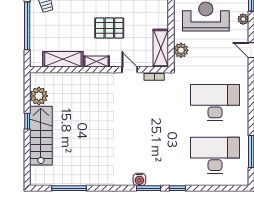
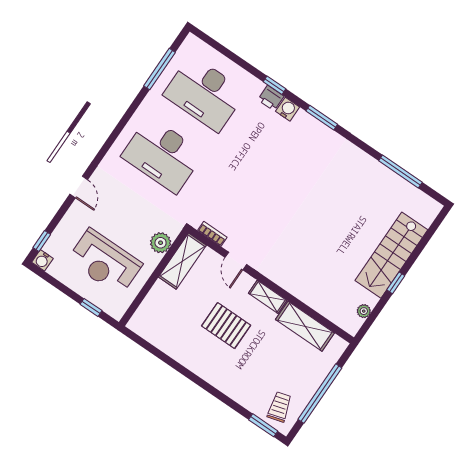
plant: (243, 19) -> (63, 229), removed
plant: (39, 96) -> (364, 311), width x0.53, depth x0.53
water cooler: (139, 179) -> (288, 109), moved
printer: (174, 179) -> (271, 98), added
window: (149, 188) -> (322, 118), moved

